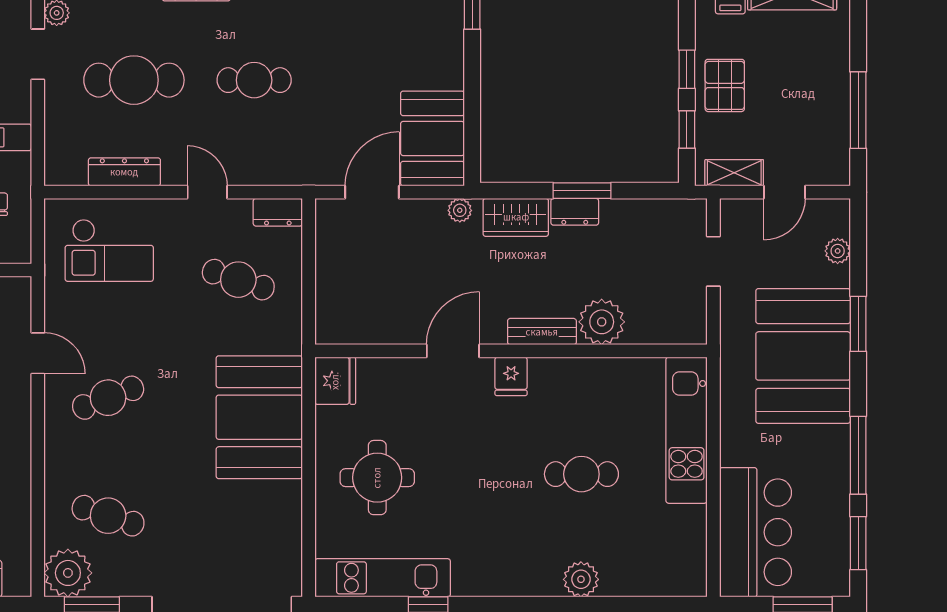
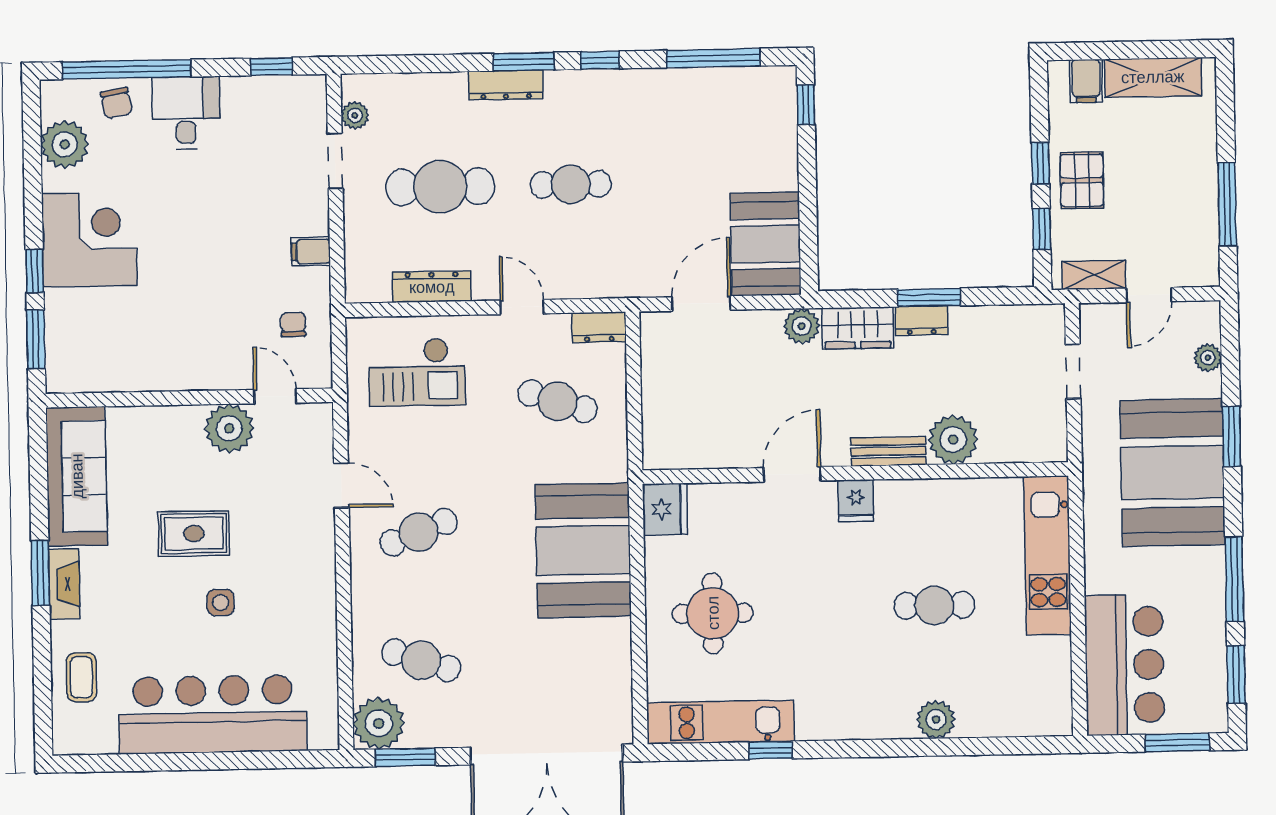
plant: (460, 210) -> (802, 326), width x1.38, depth x1.38

